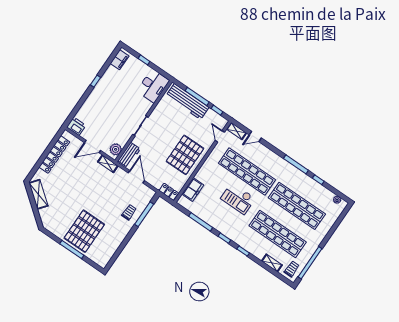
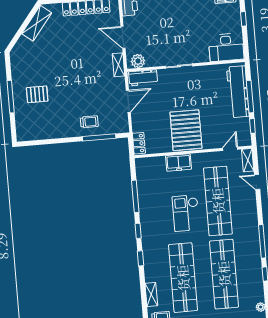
pallet: (185, 155) -> (186, 130), turned 90
freezer: (193, 190) -> (179, 162), moved
pallet: (84, 231) -> (37, 94), width x0.49, depth x0.50

